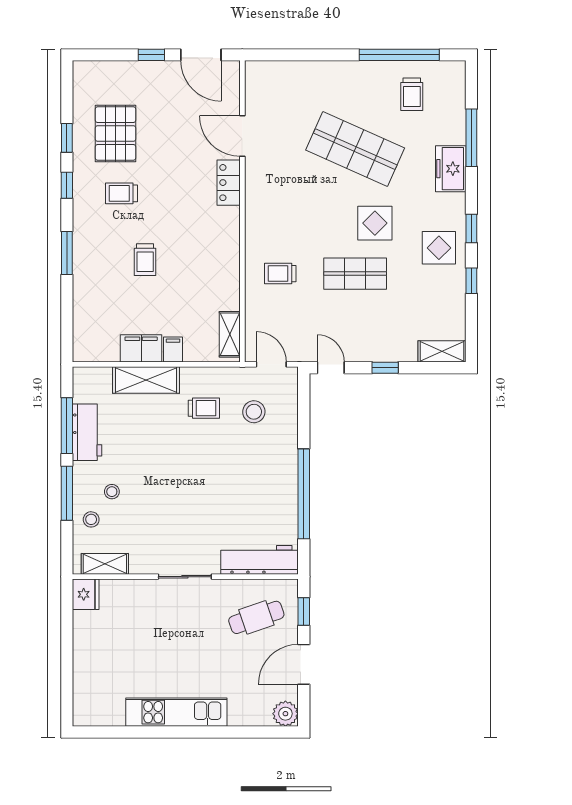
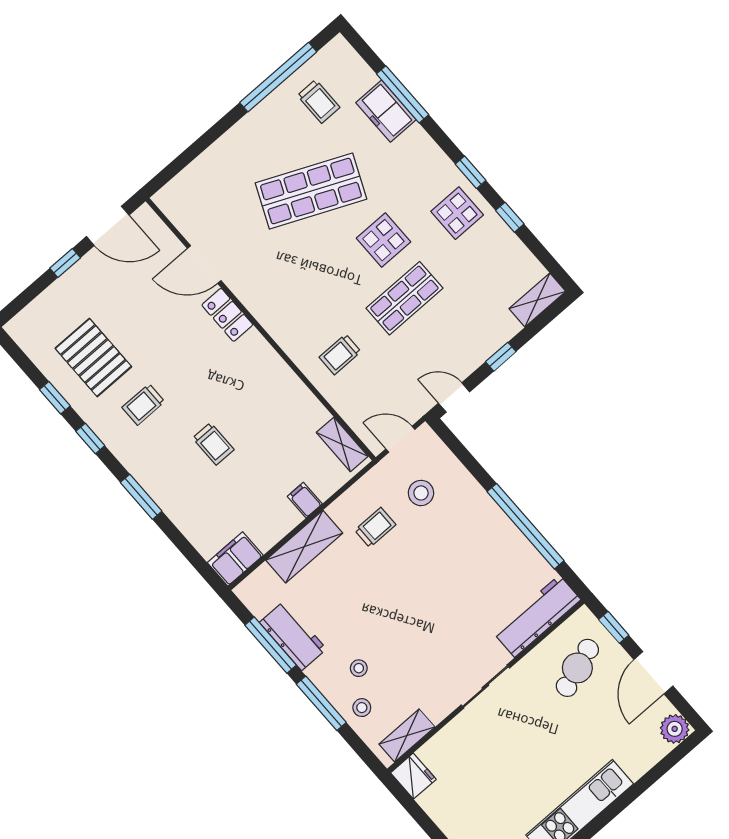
freezer: (451, 169) -> (386, 111), moved
filing cabinet: (141, 348) -> (235, 559), moved

